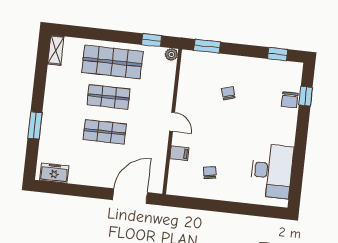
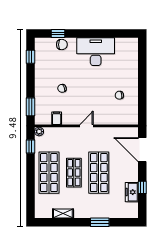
shelving: (56, 50) -> (63, 213), moved
shop shelf: (105, 132) -> (99, 173), width x1.43, depth x1.36
filing cabinet: (179, 153) -> (57, 118), moved
desk: (272, 171) -> (96, 52), moved
freezer: (54, 173) -> (132, 192), moved
window: (77, 190) -> (142, 187), added

